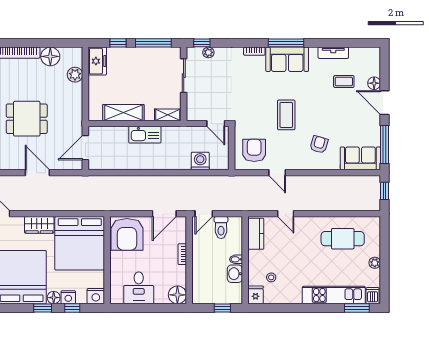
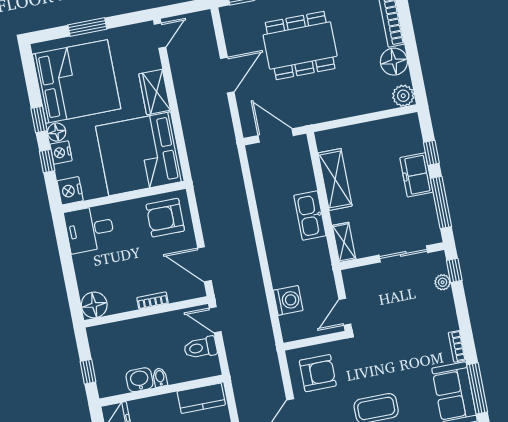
freezer: (97, 61) -> (416, 175), moved, turned 90
plant: (75, 75) -> (403, 96), moved
dining table: (27, 119) -> (300, 45), width x1.38
armchair: (127, 234) -> (165, 218), width x0.73, depth x0.73
desk: (139, 288) -> (90, 229), moved

